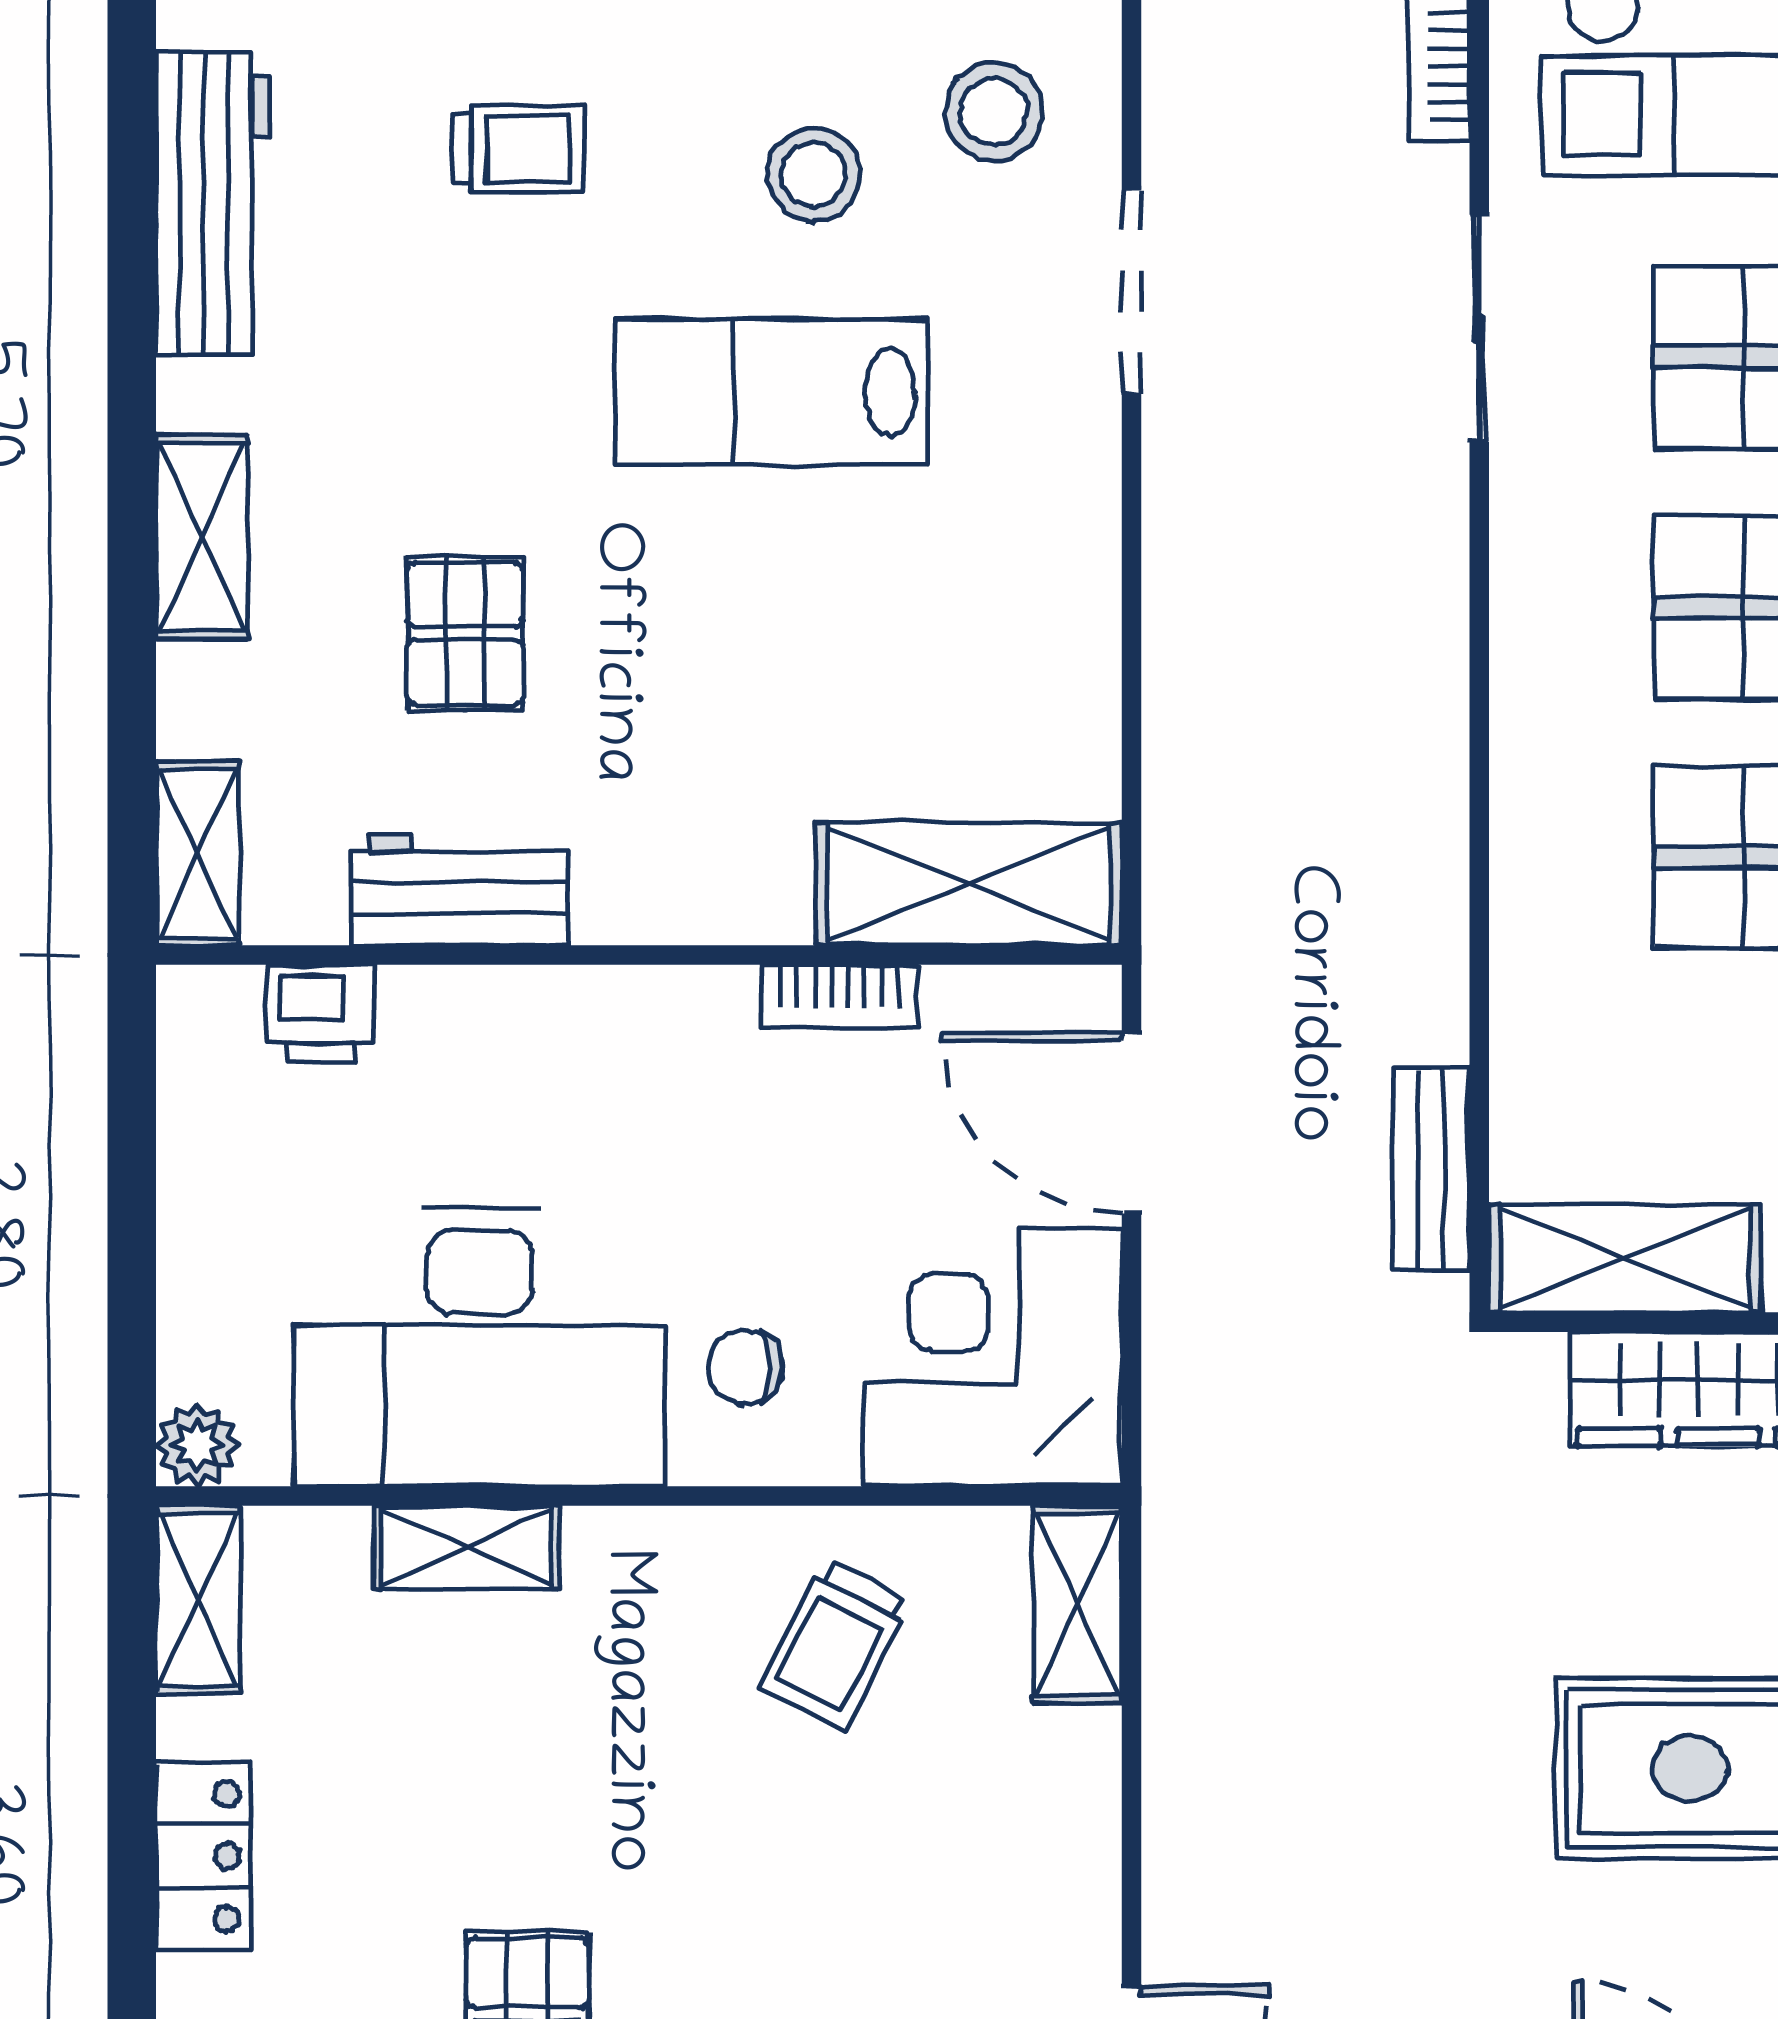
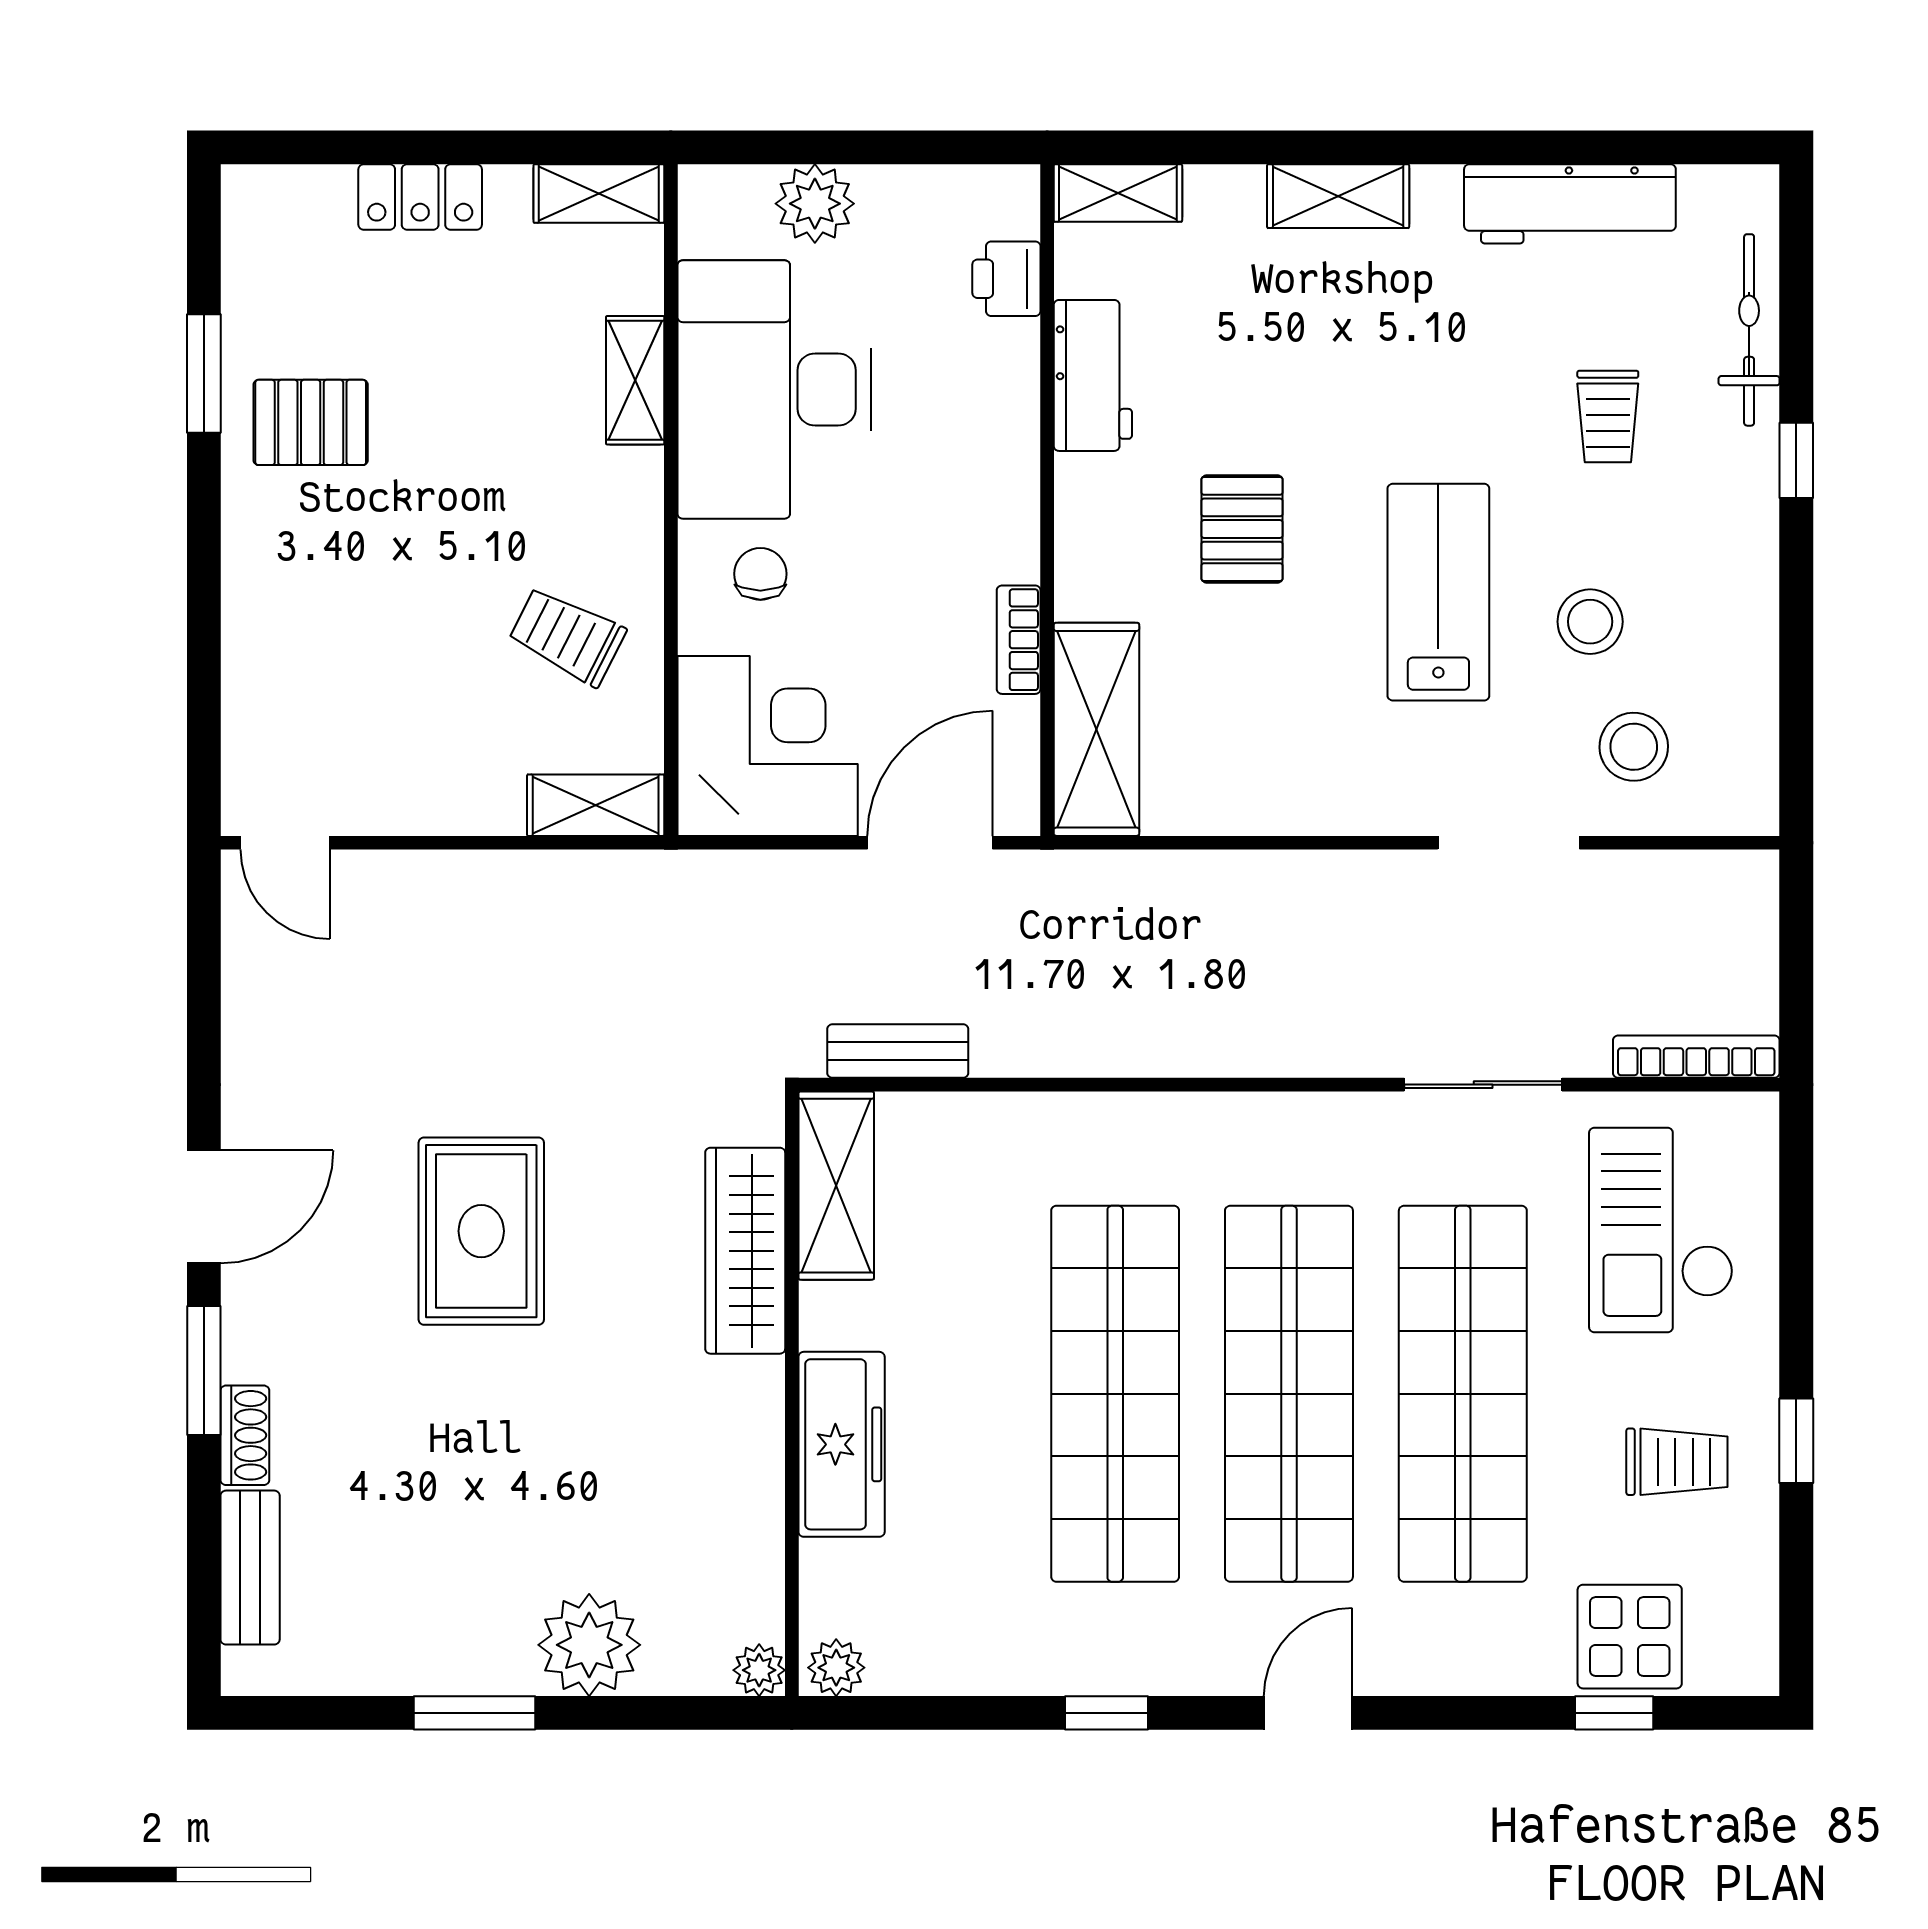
pallet: (465, 633) -> (1242, 529), moved, turned 90
plant: (197, 1445) -> (815, 204), moved, width x1.38, depth x1.38

